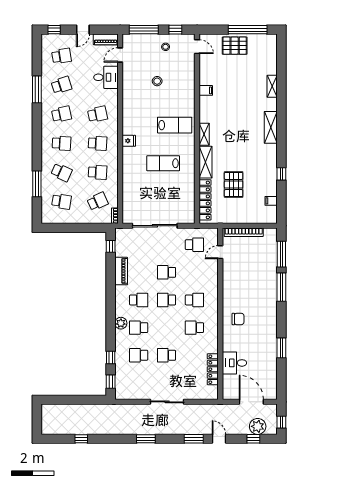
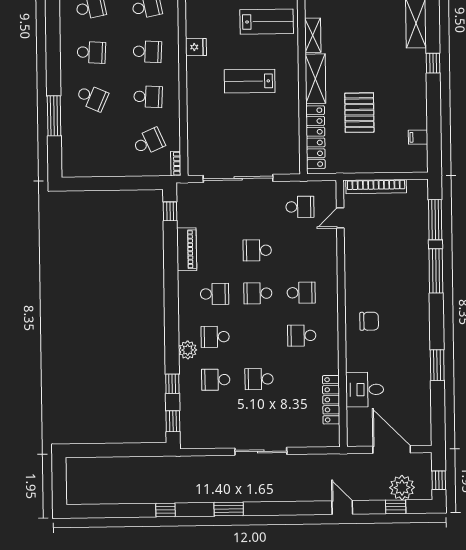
window: (281, 174) -> (433, 63), moved
school desk: (61, 201) -> (93, 143), removed
plant: (121, 323) -> (188, 350), moved
window: (81, 439) -> (165, 510), moved
window: (194, 439) -> (303, 508), removed

